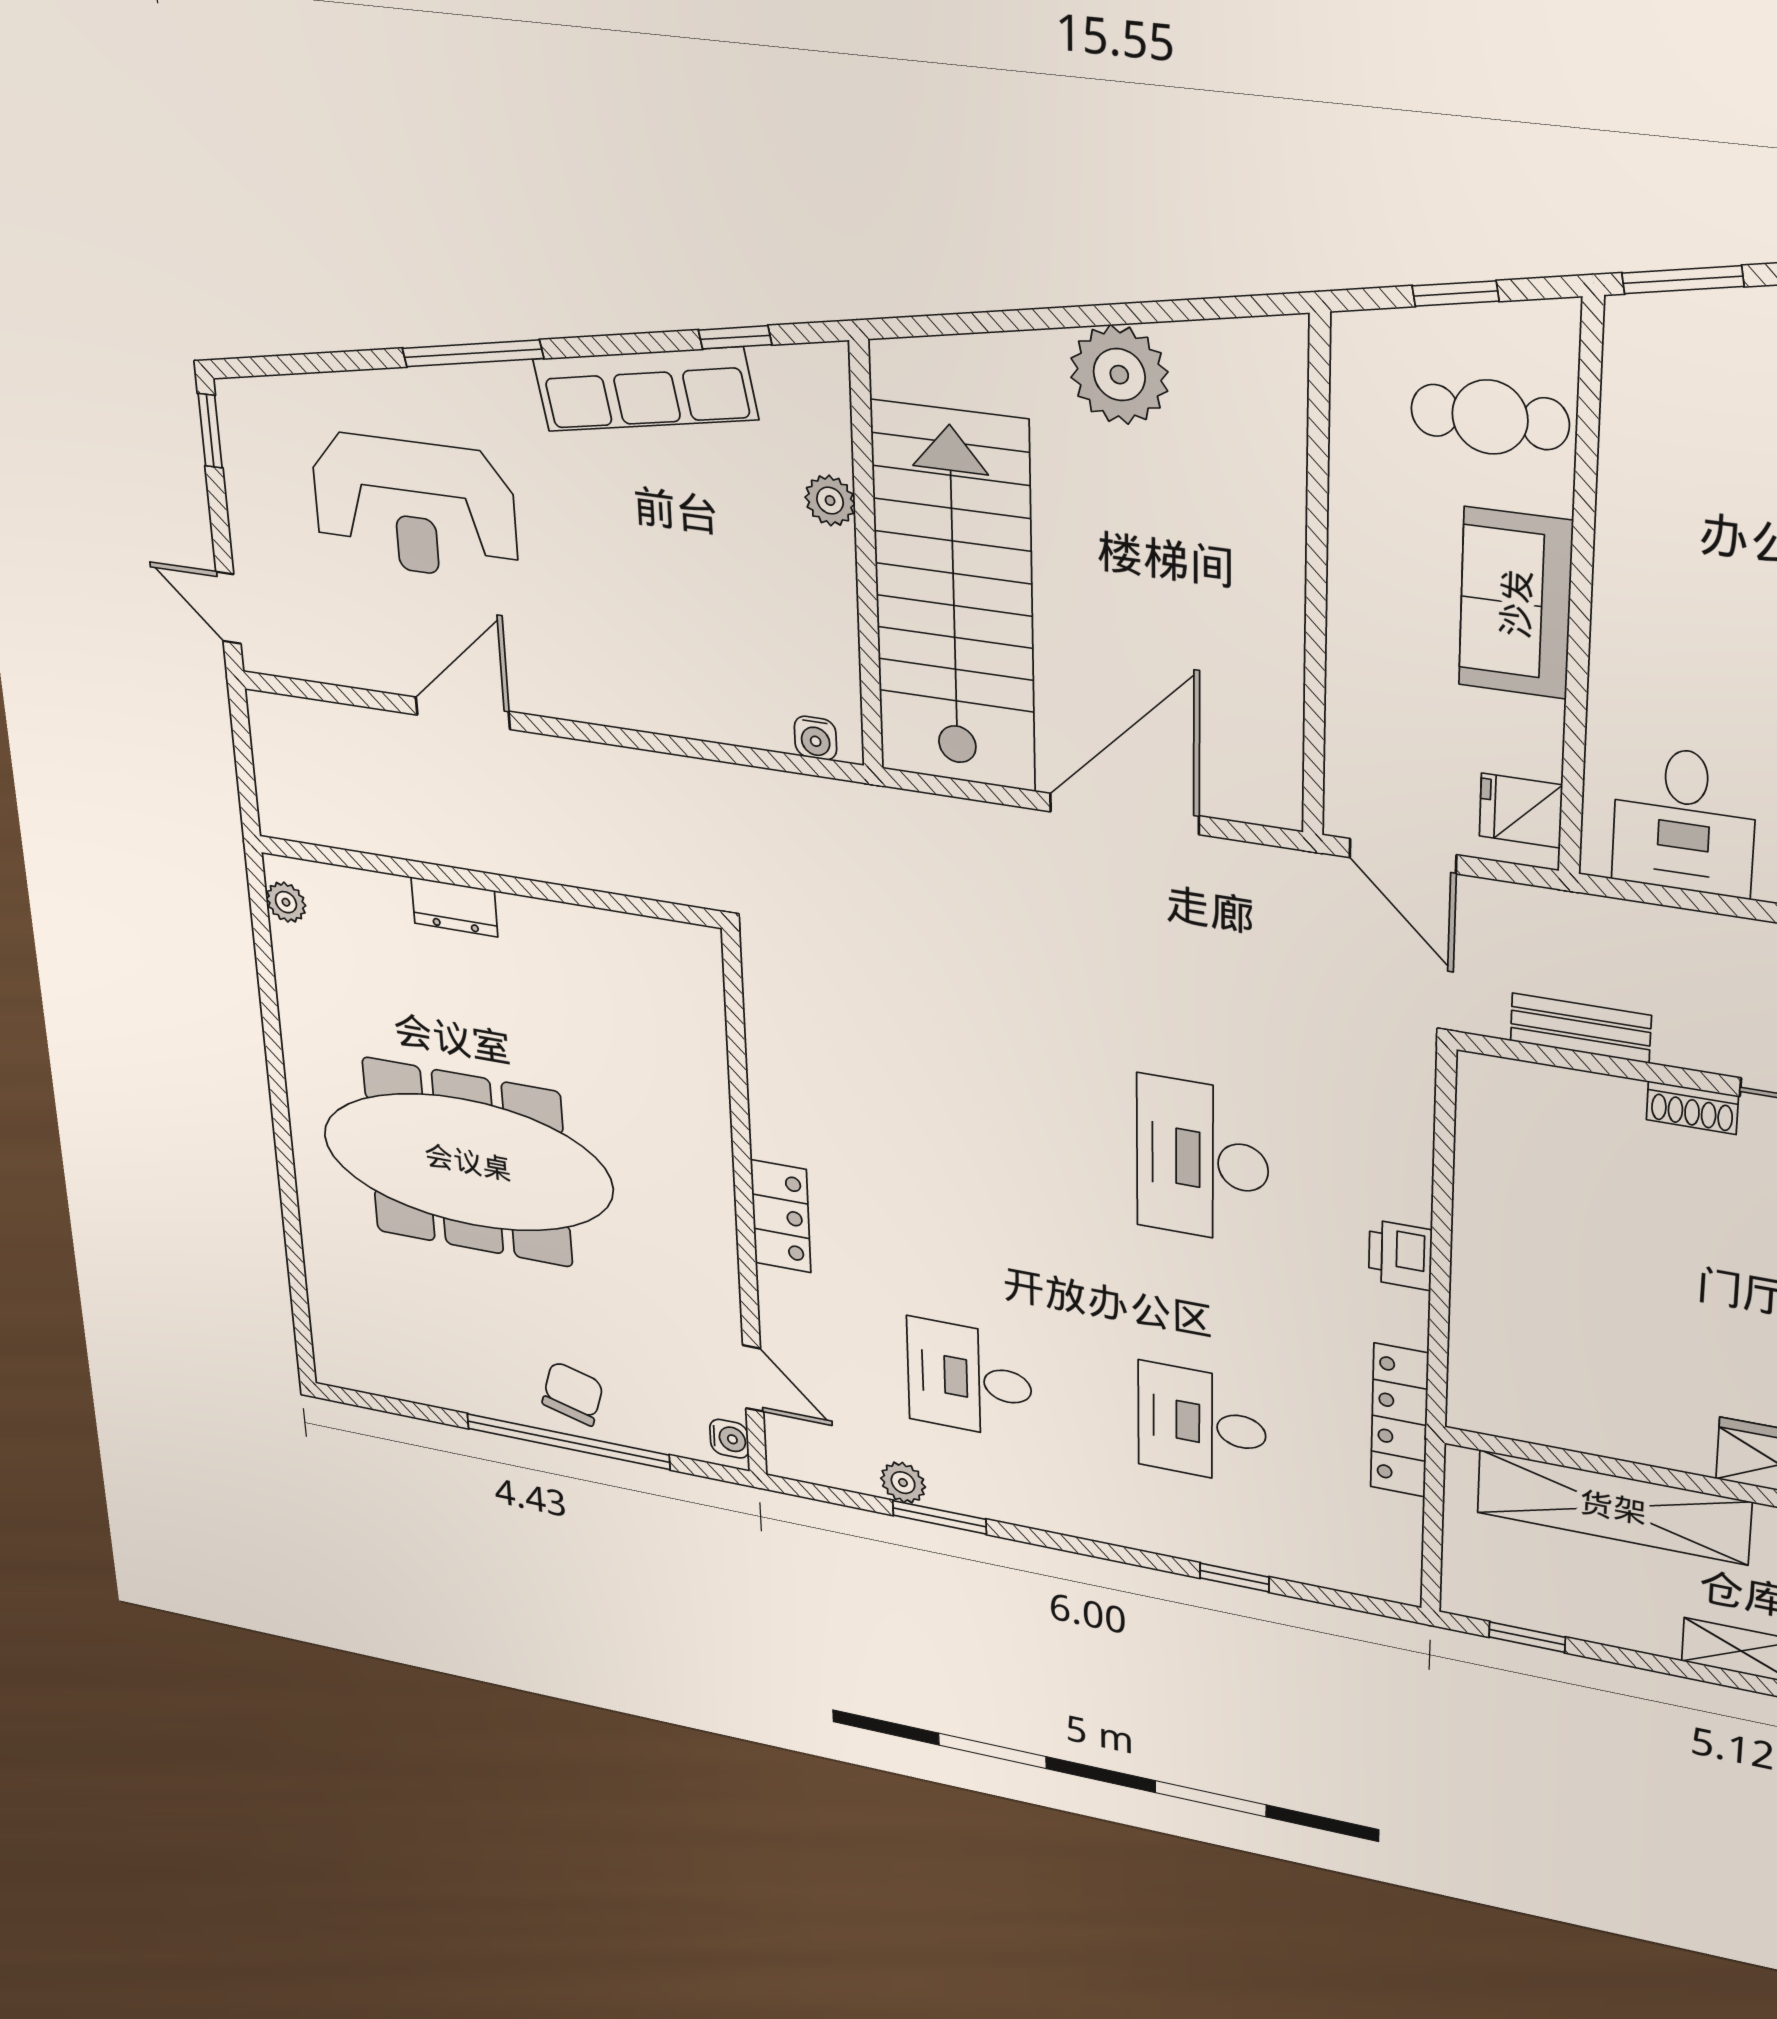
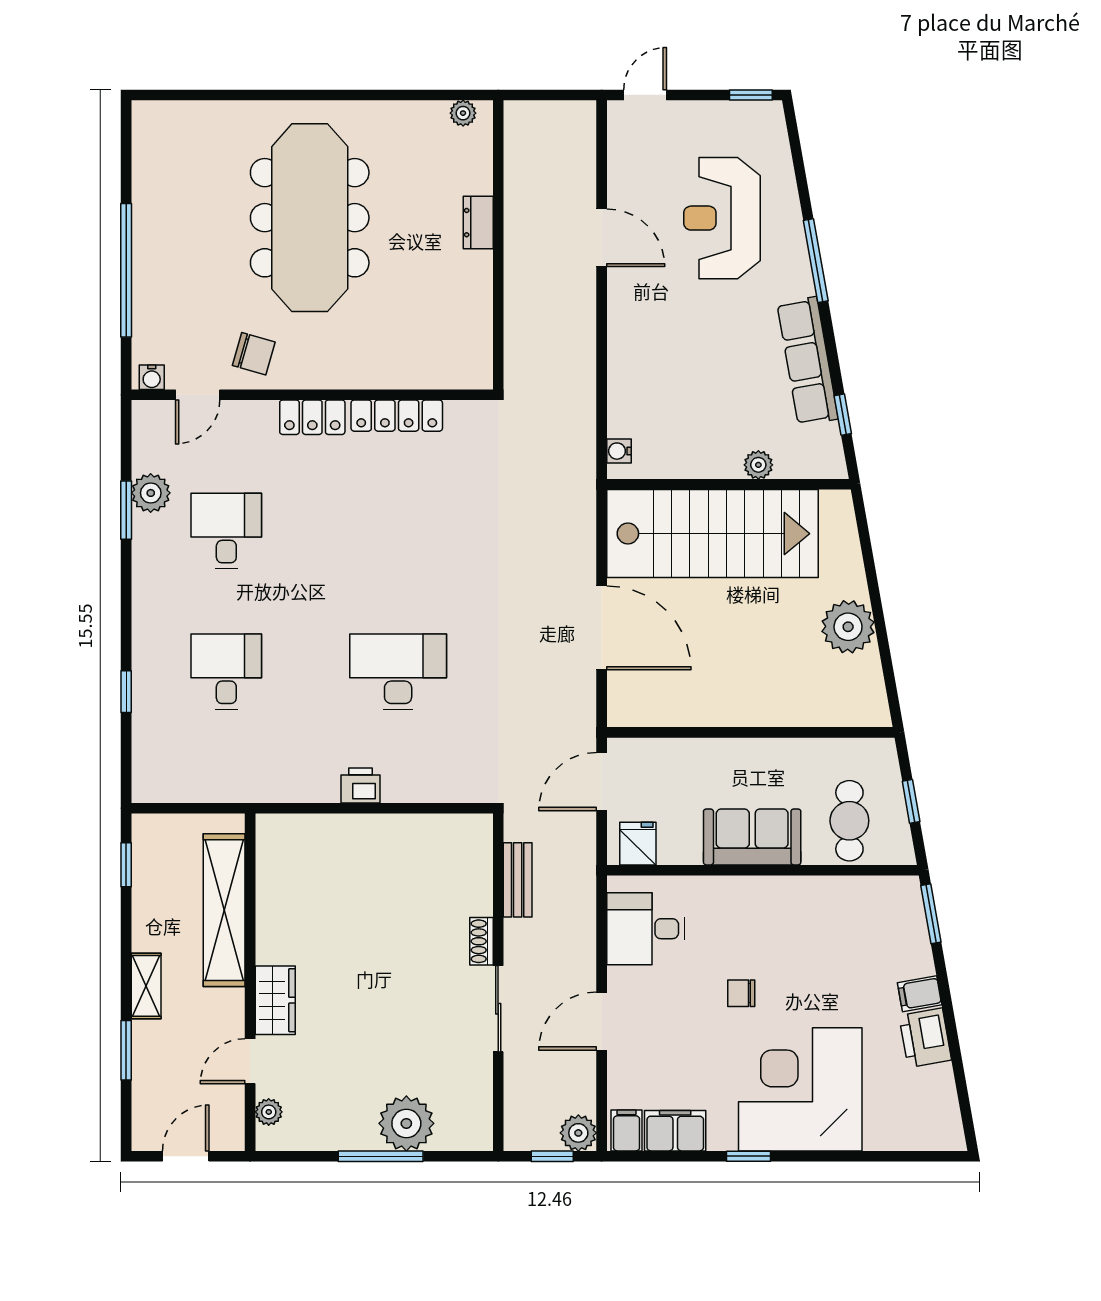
chair: (573, 1393) -> (254, 354), moved
locker: (1399, 1420) -> (397, 416), moved, turned 180
plant: (903, 1483) -> (151, 493), width x1.38, depth x1.38

